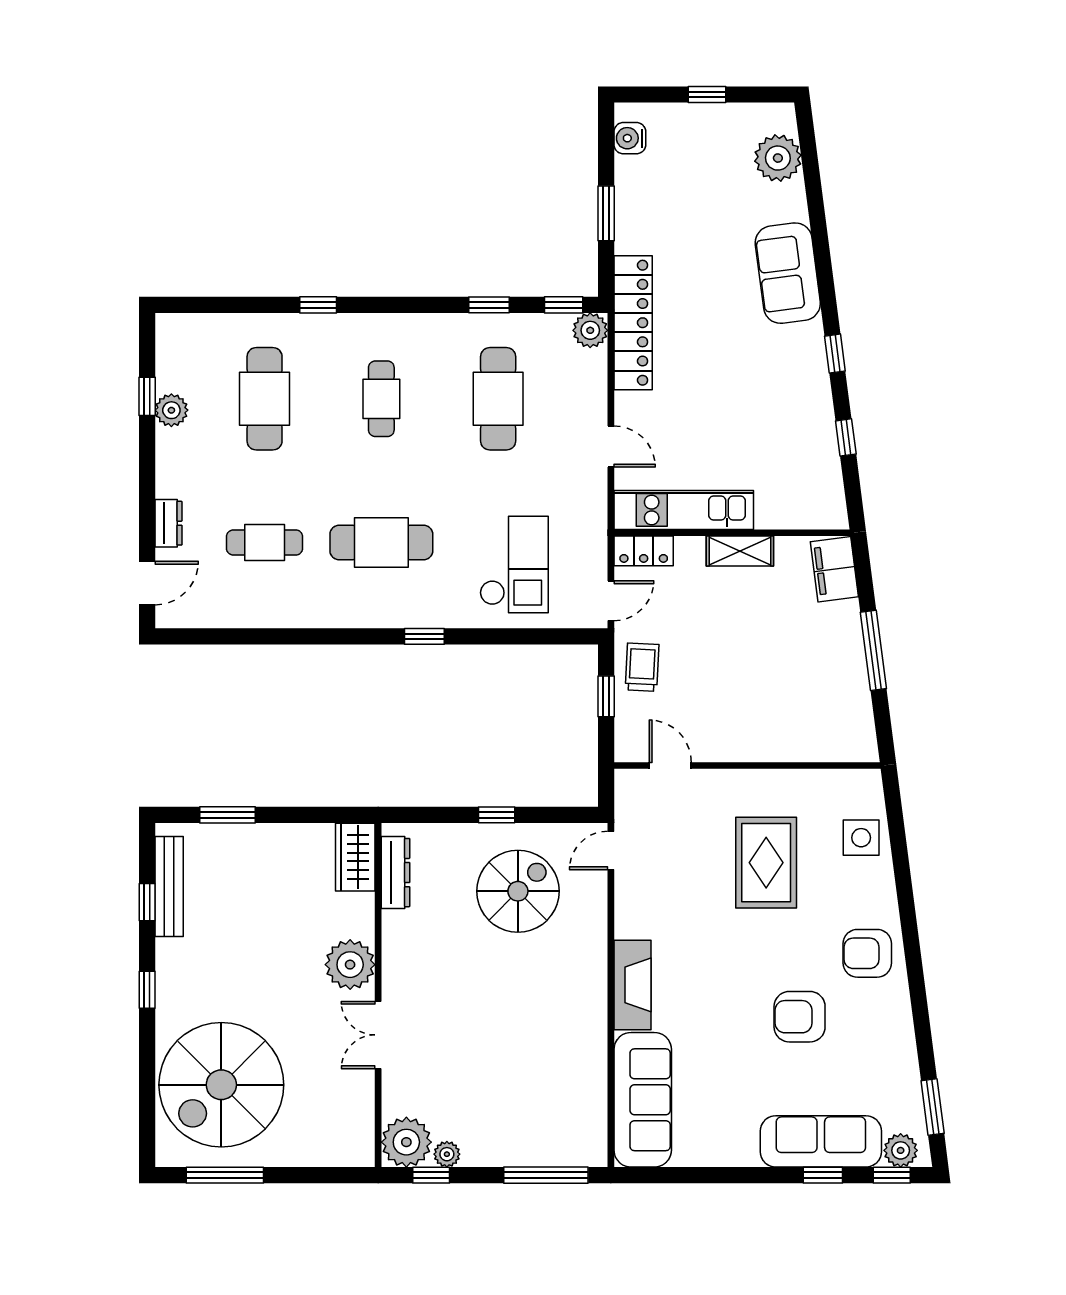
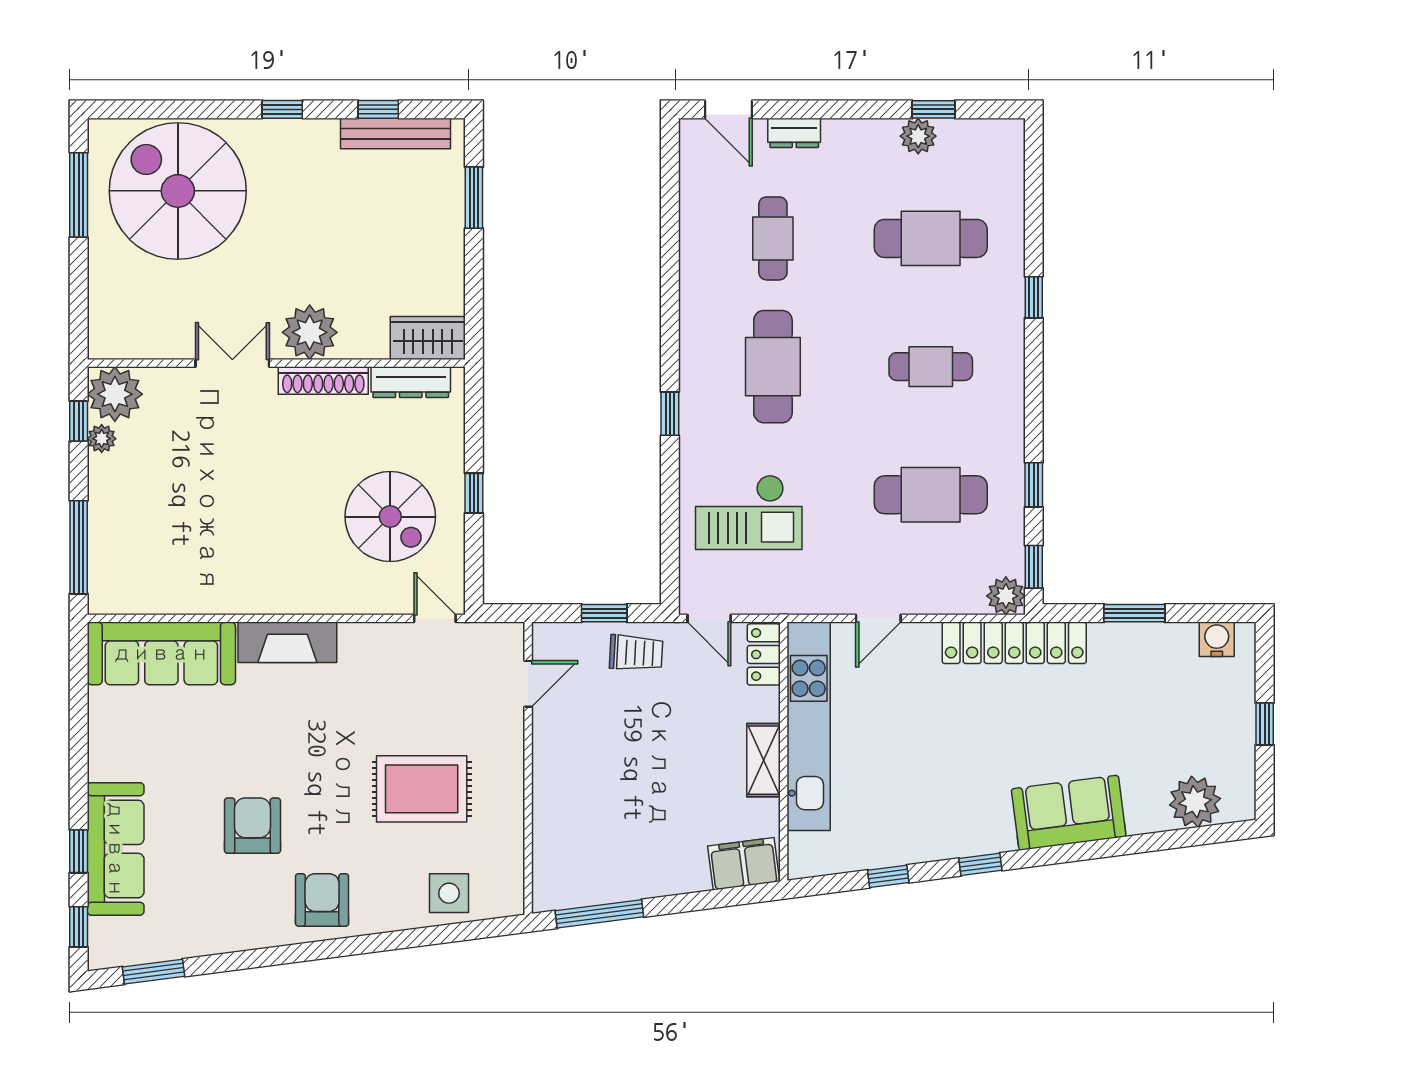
kitchen unit: (684, 510) -> (809, 726), width x1.36
window: (873, 650) -> (599, 914), moved
shoe rack: (394, 952) -> (323, 380), added
plant: (901, 1150) -> (106, 937), removed

